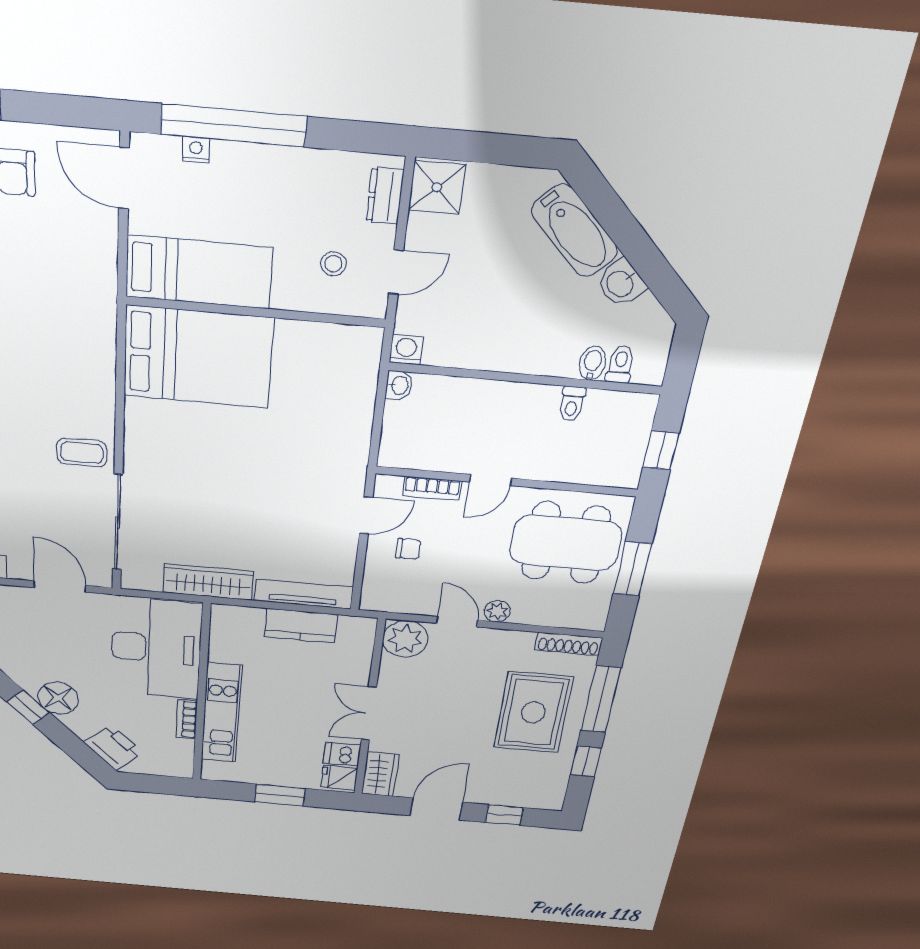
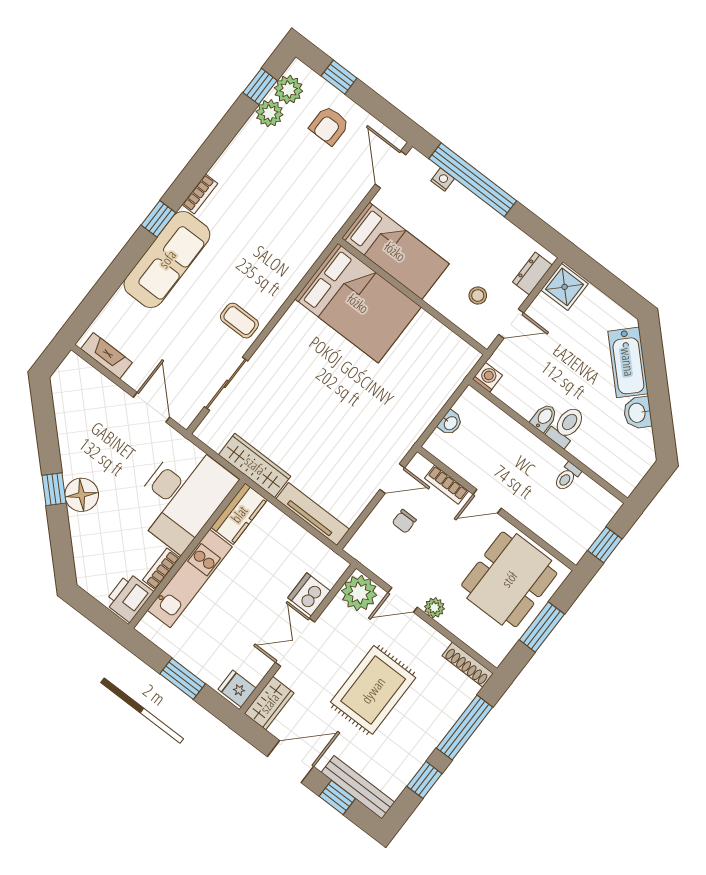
bidet: (592, 363) -> (544, 418), moved
toilet: (620, 364) -> (566, 426), moved, width x1.37, depth x1.39
washbasin: (399, 385) -> (450, 423), moved
sliding door: (118, 523) -> (226, 384), width x0.73
dining table: (566, 543) -> (509, 579), turned 90
chair: (408, 549) -> (404, 521), turned 90
door: (457, 622) -> (403, 600), swing flipped
kitchen counter: (301, 626) -> (239, 514), moved, turned -90
rug: (533, 712) -> (373, 690), moved
printer: (114, 747) -> (129, 597), moved, turned -135
dishwasher: (342, 754) -> (309, 594), moved, width x1.38
bench: (520, 798) -> (358, 787), added

